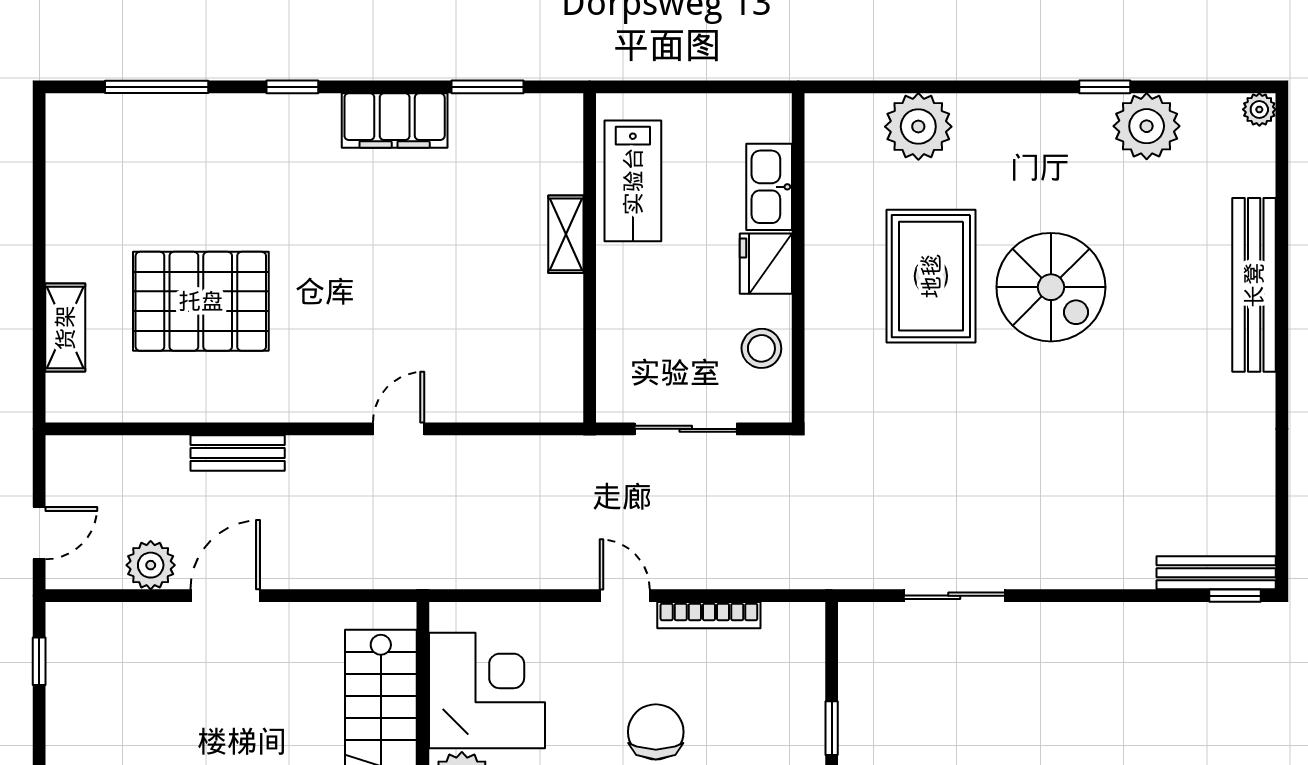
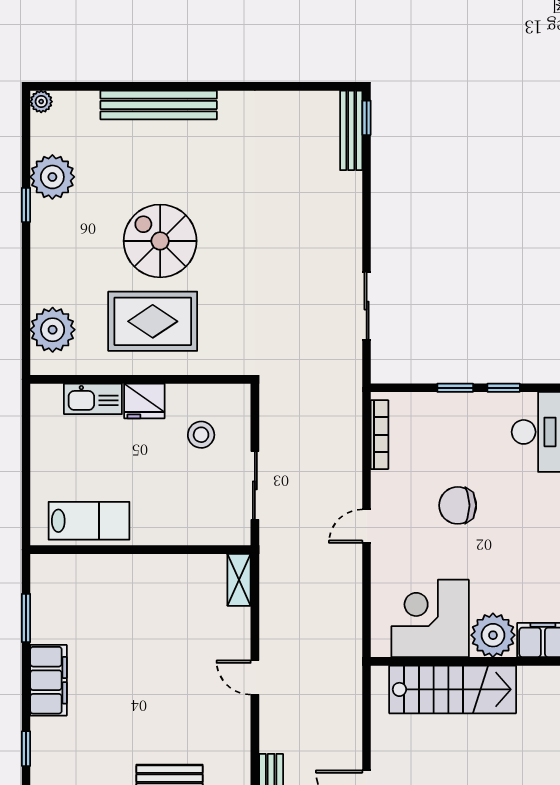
kitchen sink: (769, 187) -> (93, 399), moved
shelving: (566, 234) -> (239, 580), moved, turned 90
wall: (798, 258) -> (140, 379), moved
fridge: (766, 264) -> (144, 401), moved
spiral stairs: (1051, 287) -> (160, 241), turned -90
bookcase: (709, 615) -> (380, 435), moved

